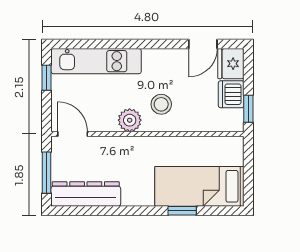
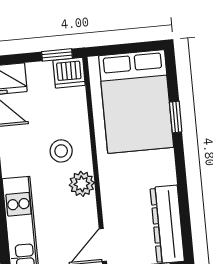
dishwasher: (231, 94) -> (69, 73), moved
bed: (199, 186) -> (136, 102), width x1.50

